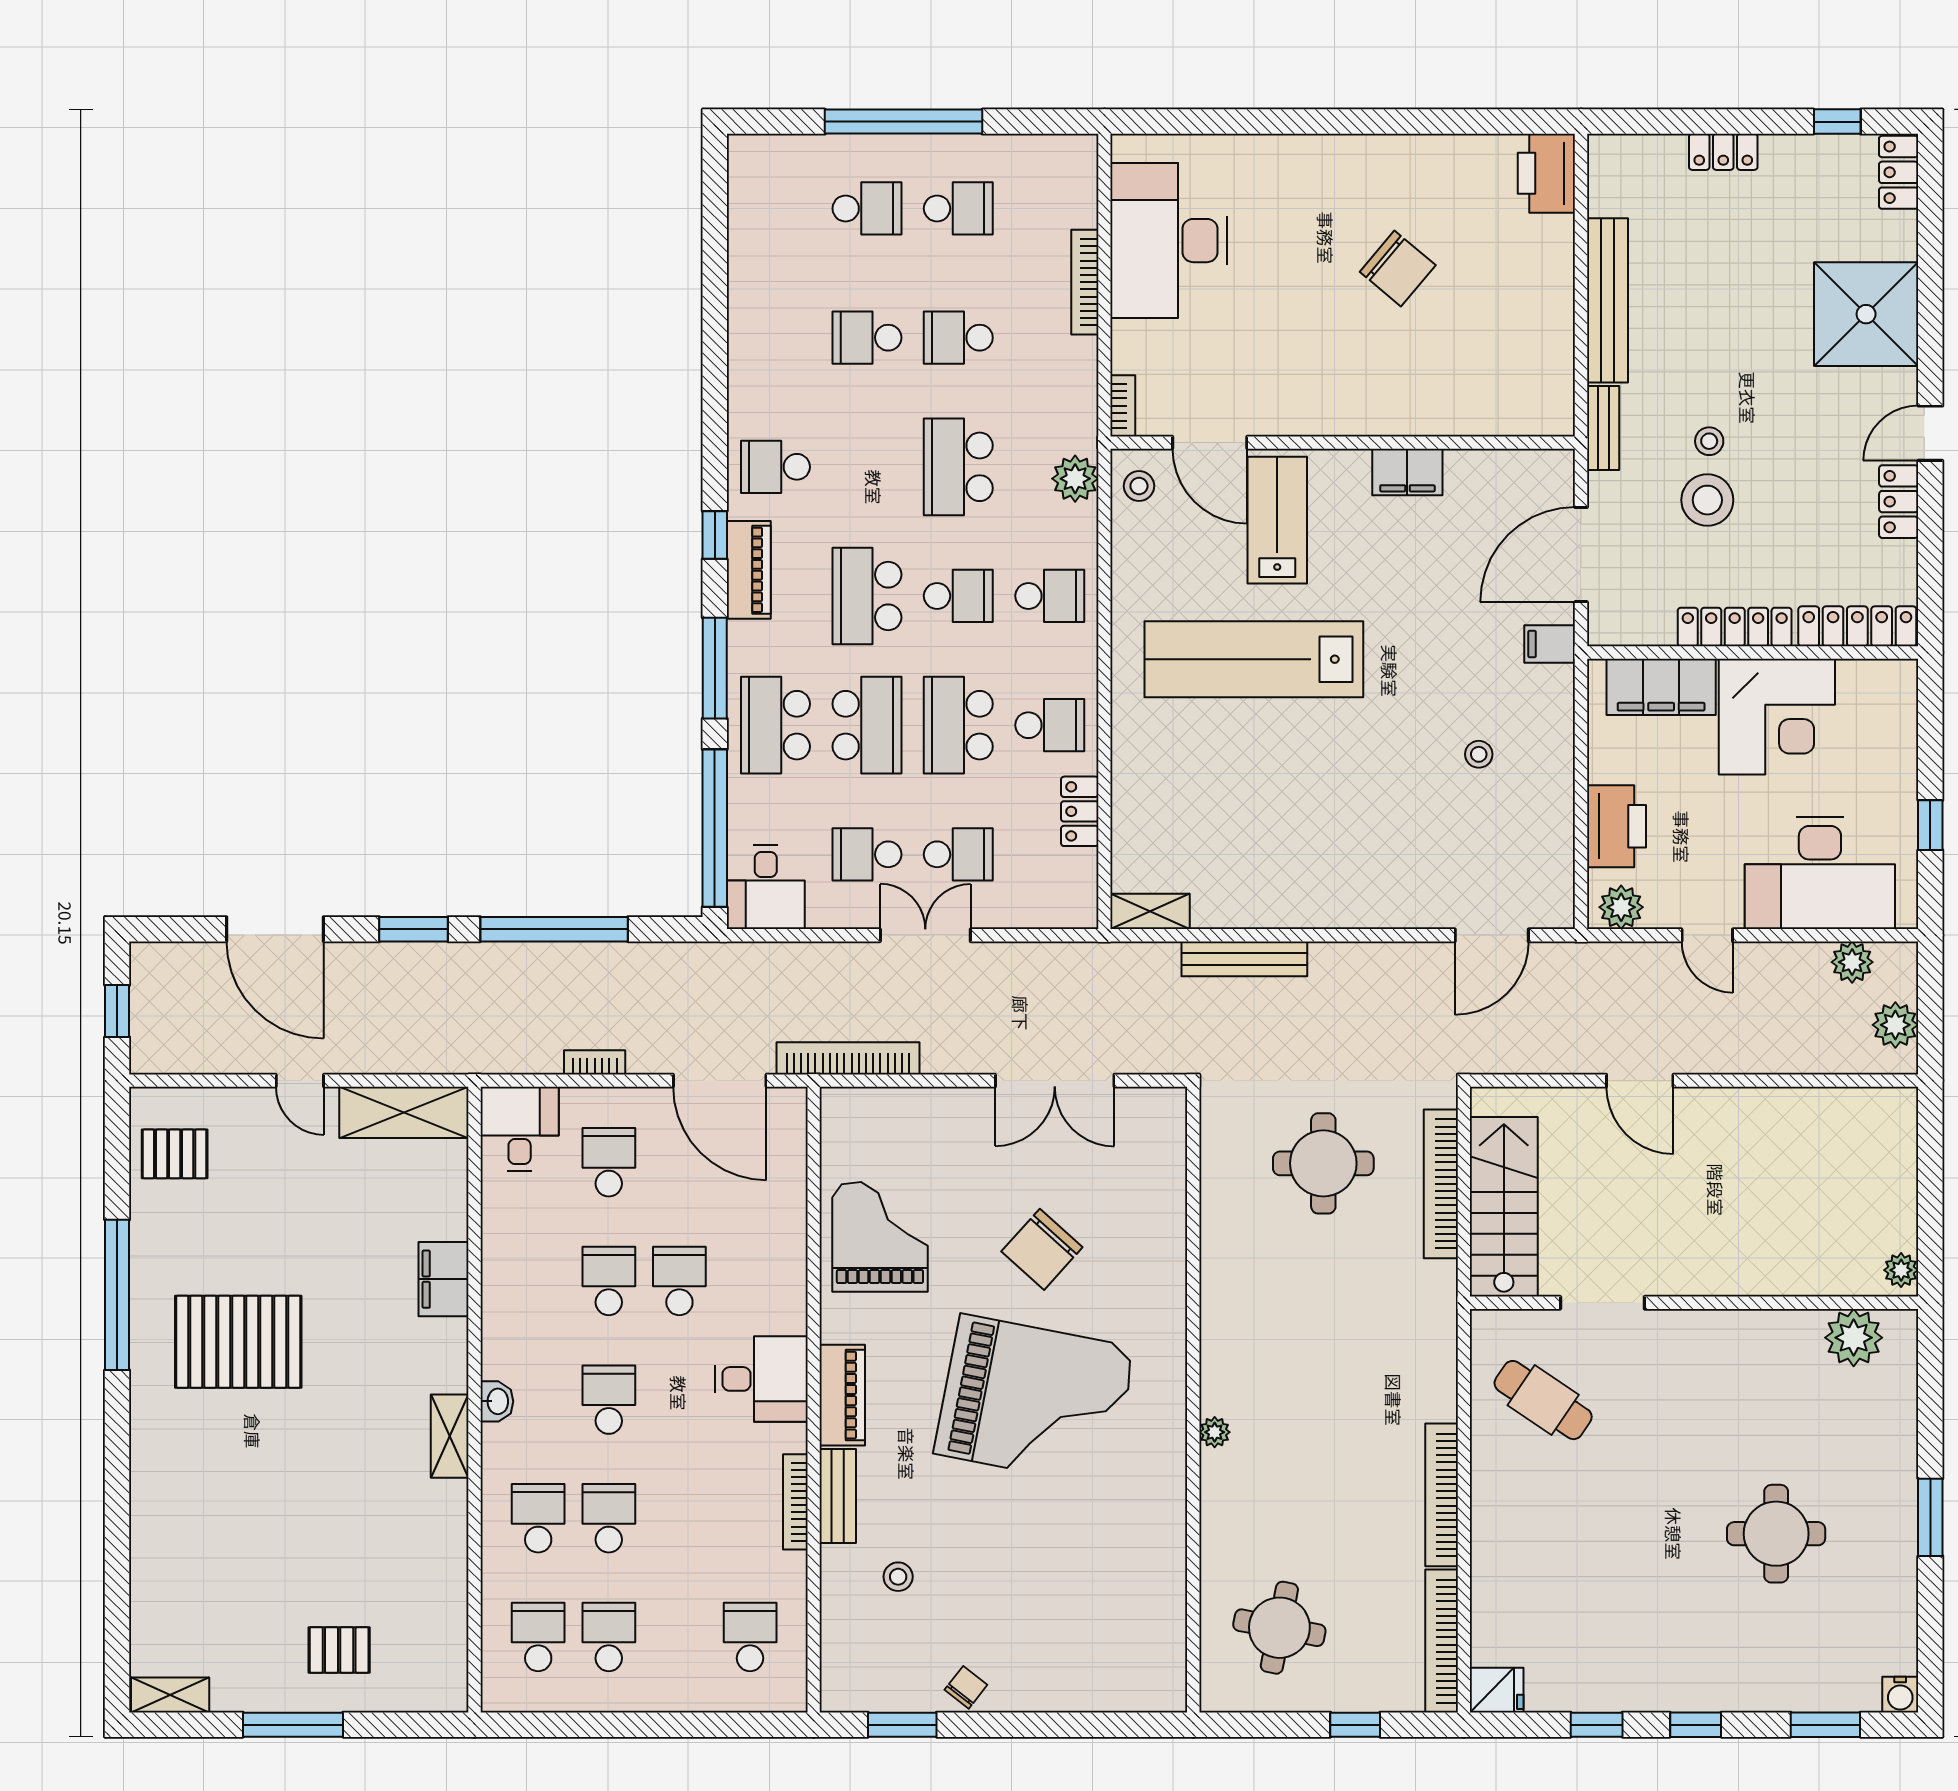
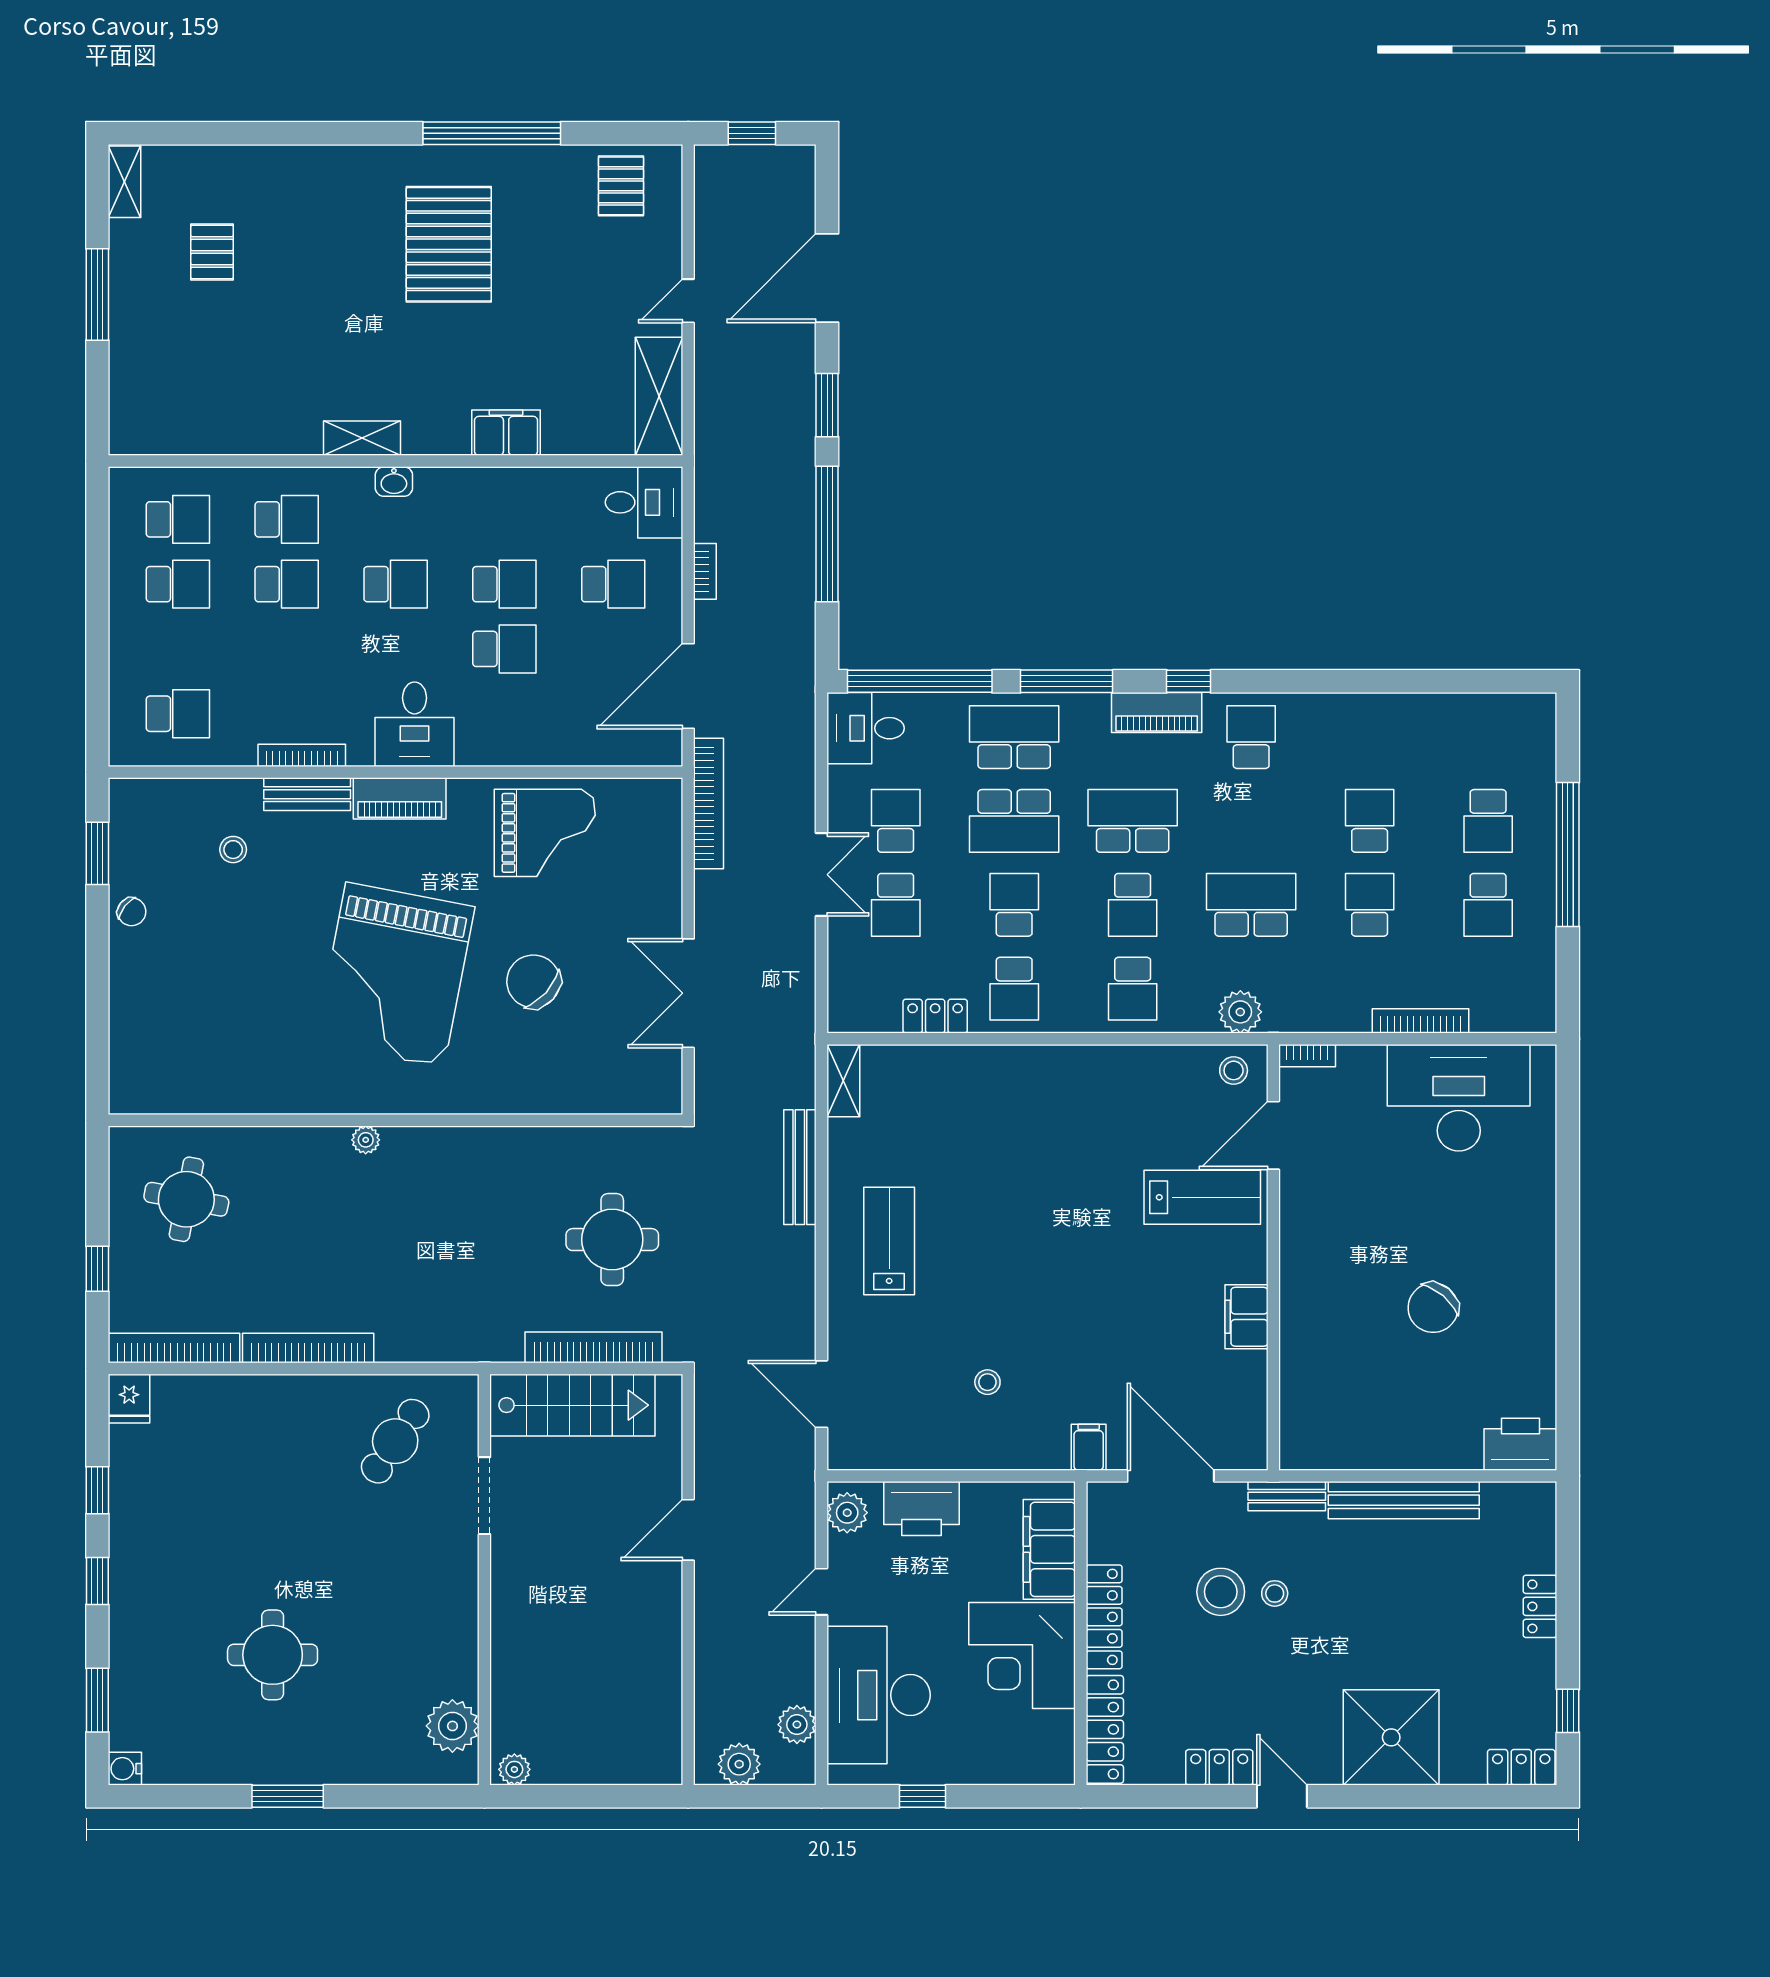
lab bench: (1254, 659) -> (889, 1241), moved, width x0.54, depth x0.72
school desk: (958, 725) -> (1014, 905), width x0.54
pallet: (339, 1650) -> (212, 252), moved

